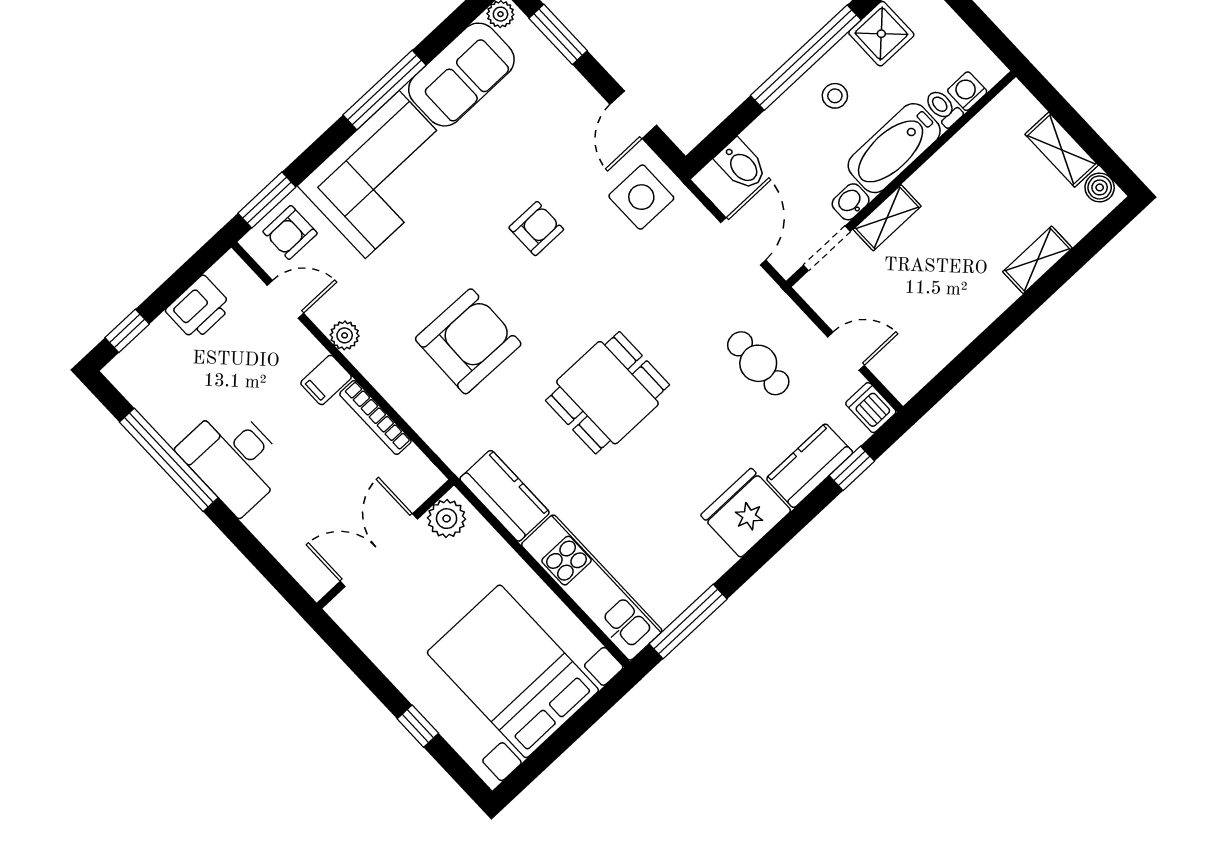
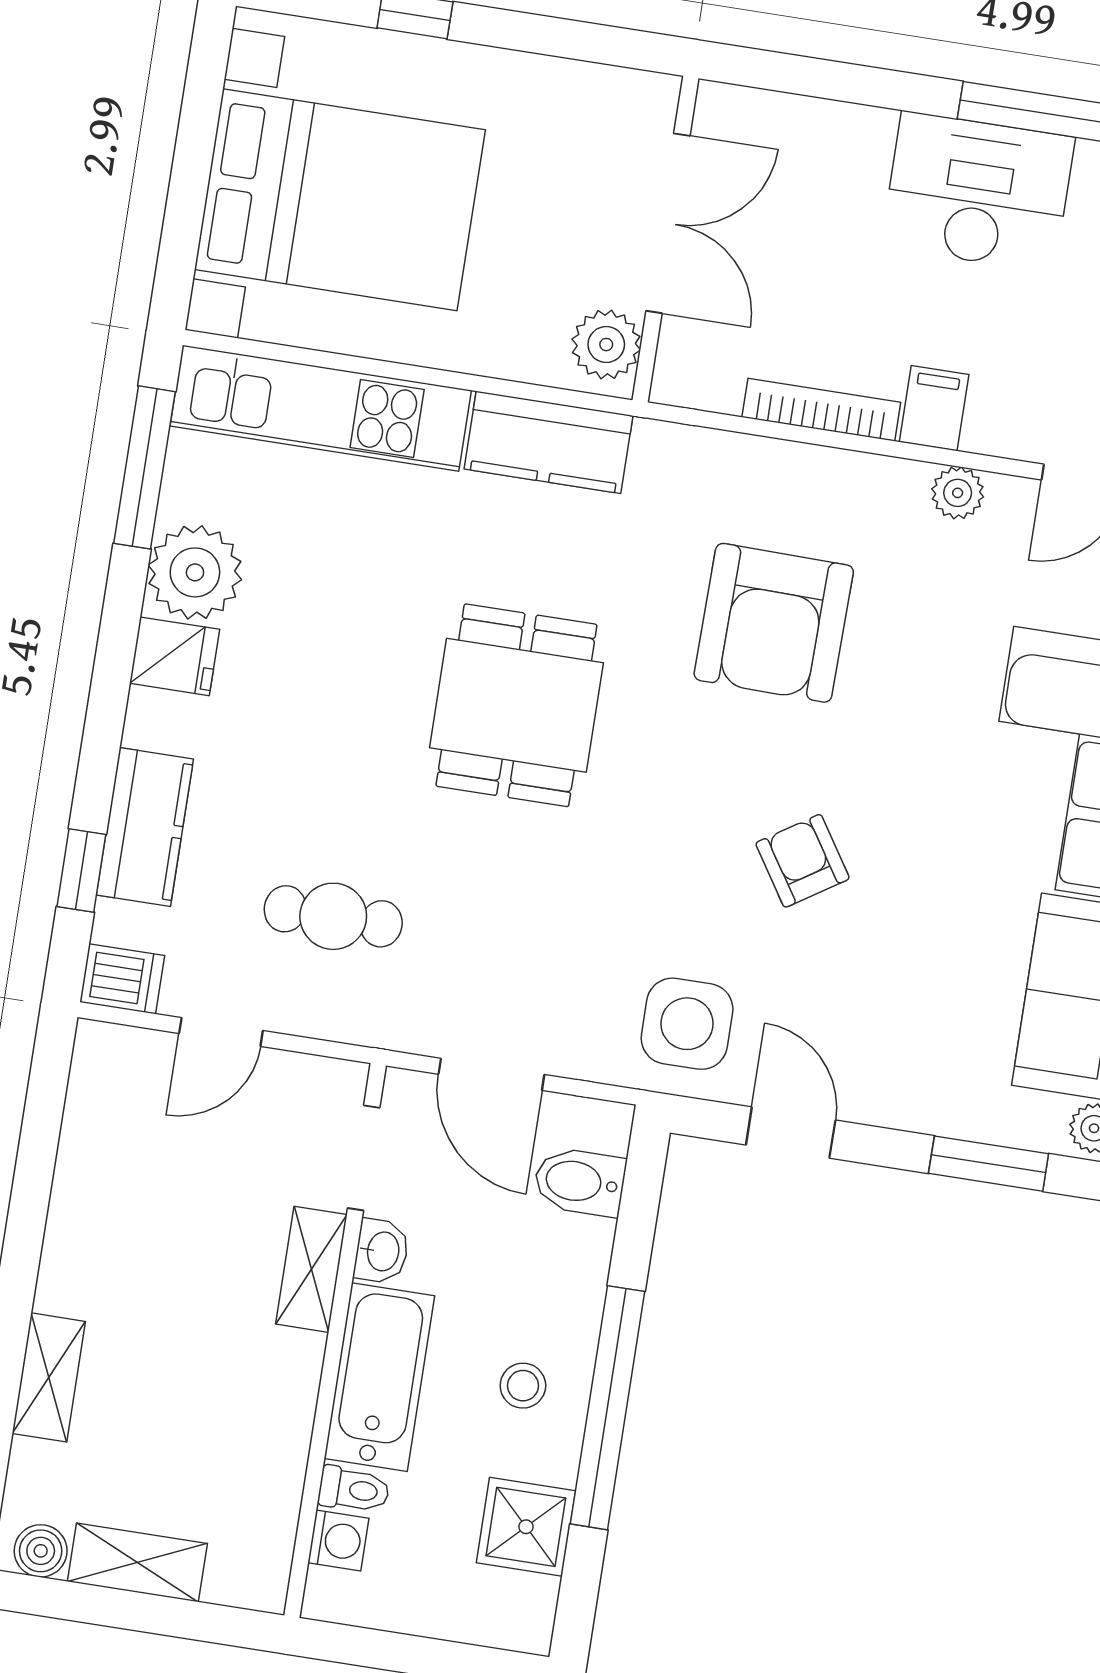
armchair: (536, 229) -> (802, 861), turned 147
fridge: (746, 513) -> (175, 656), width x0.53, depth x0.75
plant: (702, 559) -> (195, 572), added

